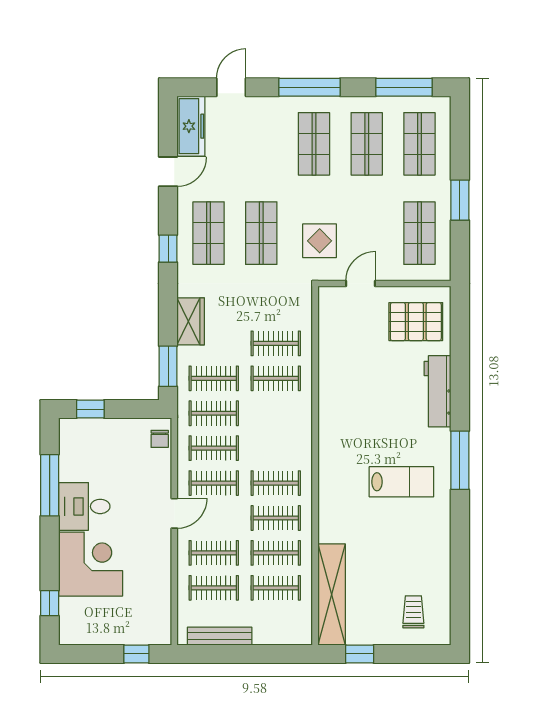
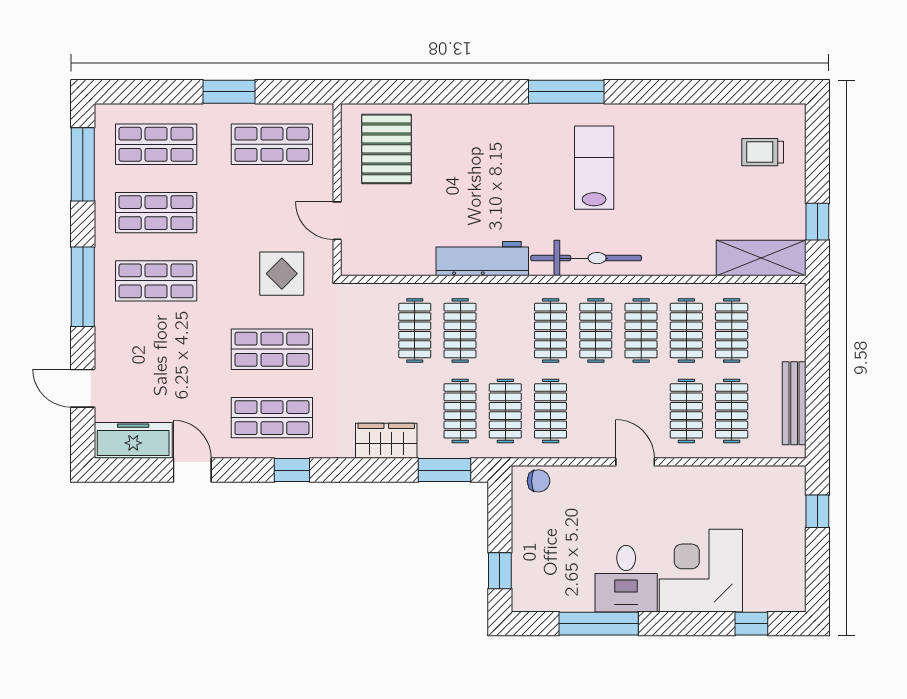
workbench: (438, 391) -> (482, 259), moved, turned 180
bicycle: (332, 476) -> (586, 258), added
clothes rail: (214, 483) -> (551, 331), moved
shelving: (332, 594) -> (761, 258), width x0.68

